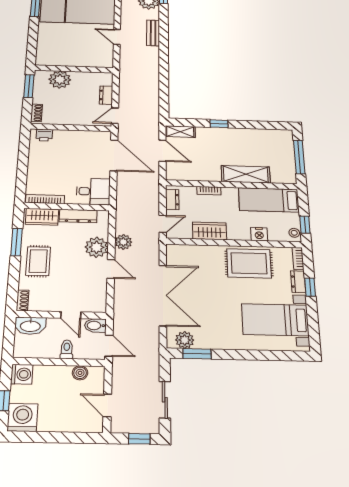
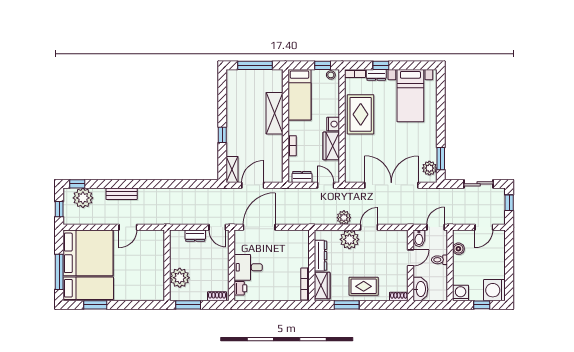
desk: (93, 191) -> (248, 267), moved, turned -90
nightstand: (259, 234) -> (333, 124), moved

